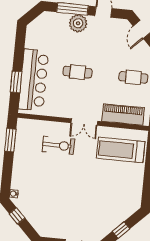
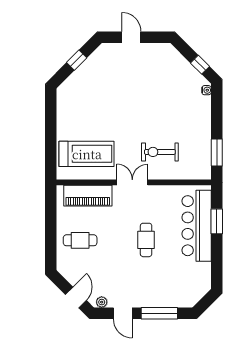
plant: (78, 23) -> (102, 302), moved, width x0.53, depth x0.53
cafe table: (78, 72) -> (146, 240), turned 90

